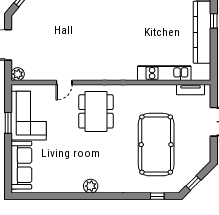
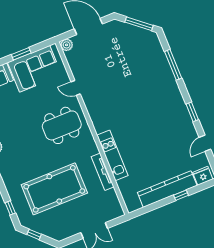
kitchen unit: (164, 73) -> (112, 155), moved
tv unit: (191, 90) -> (103, 172), moved, width x1.41

